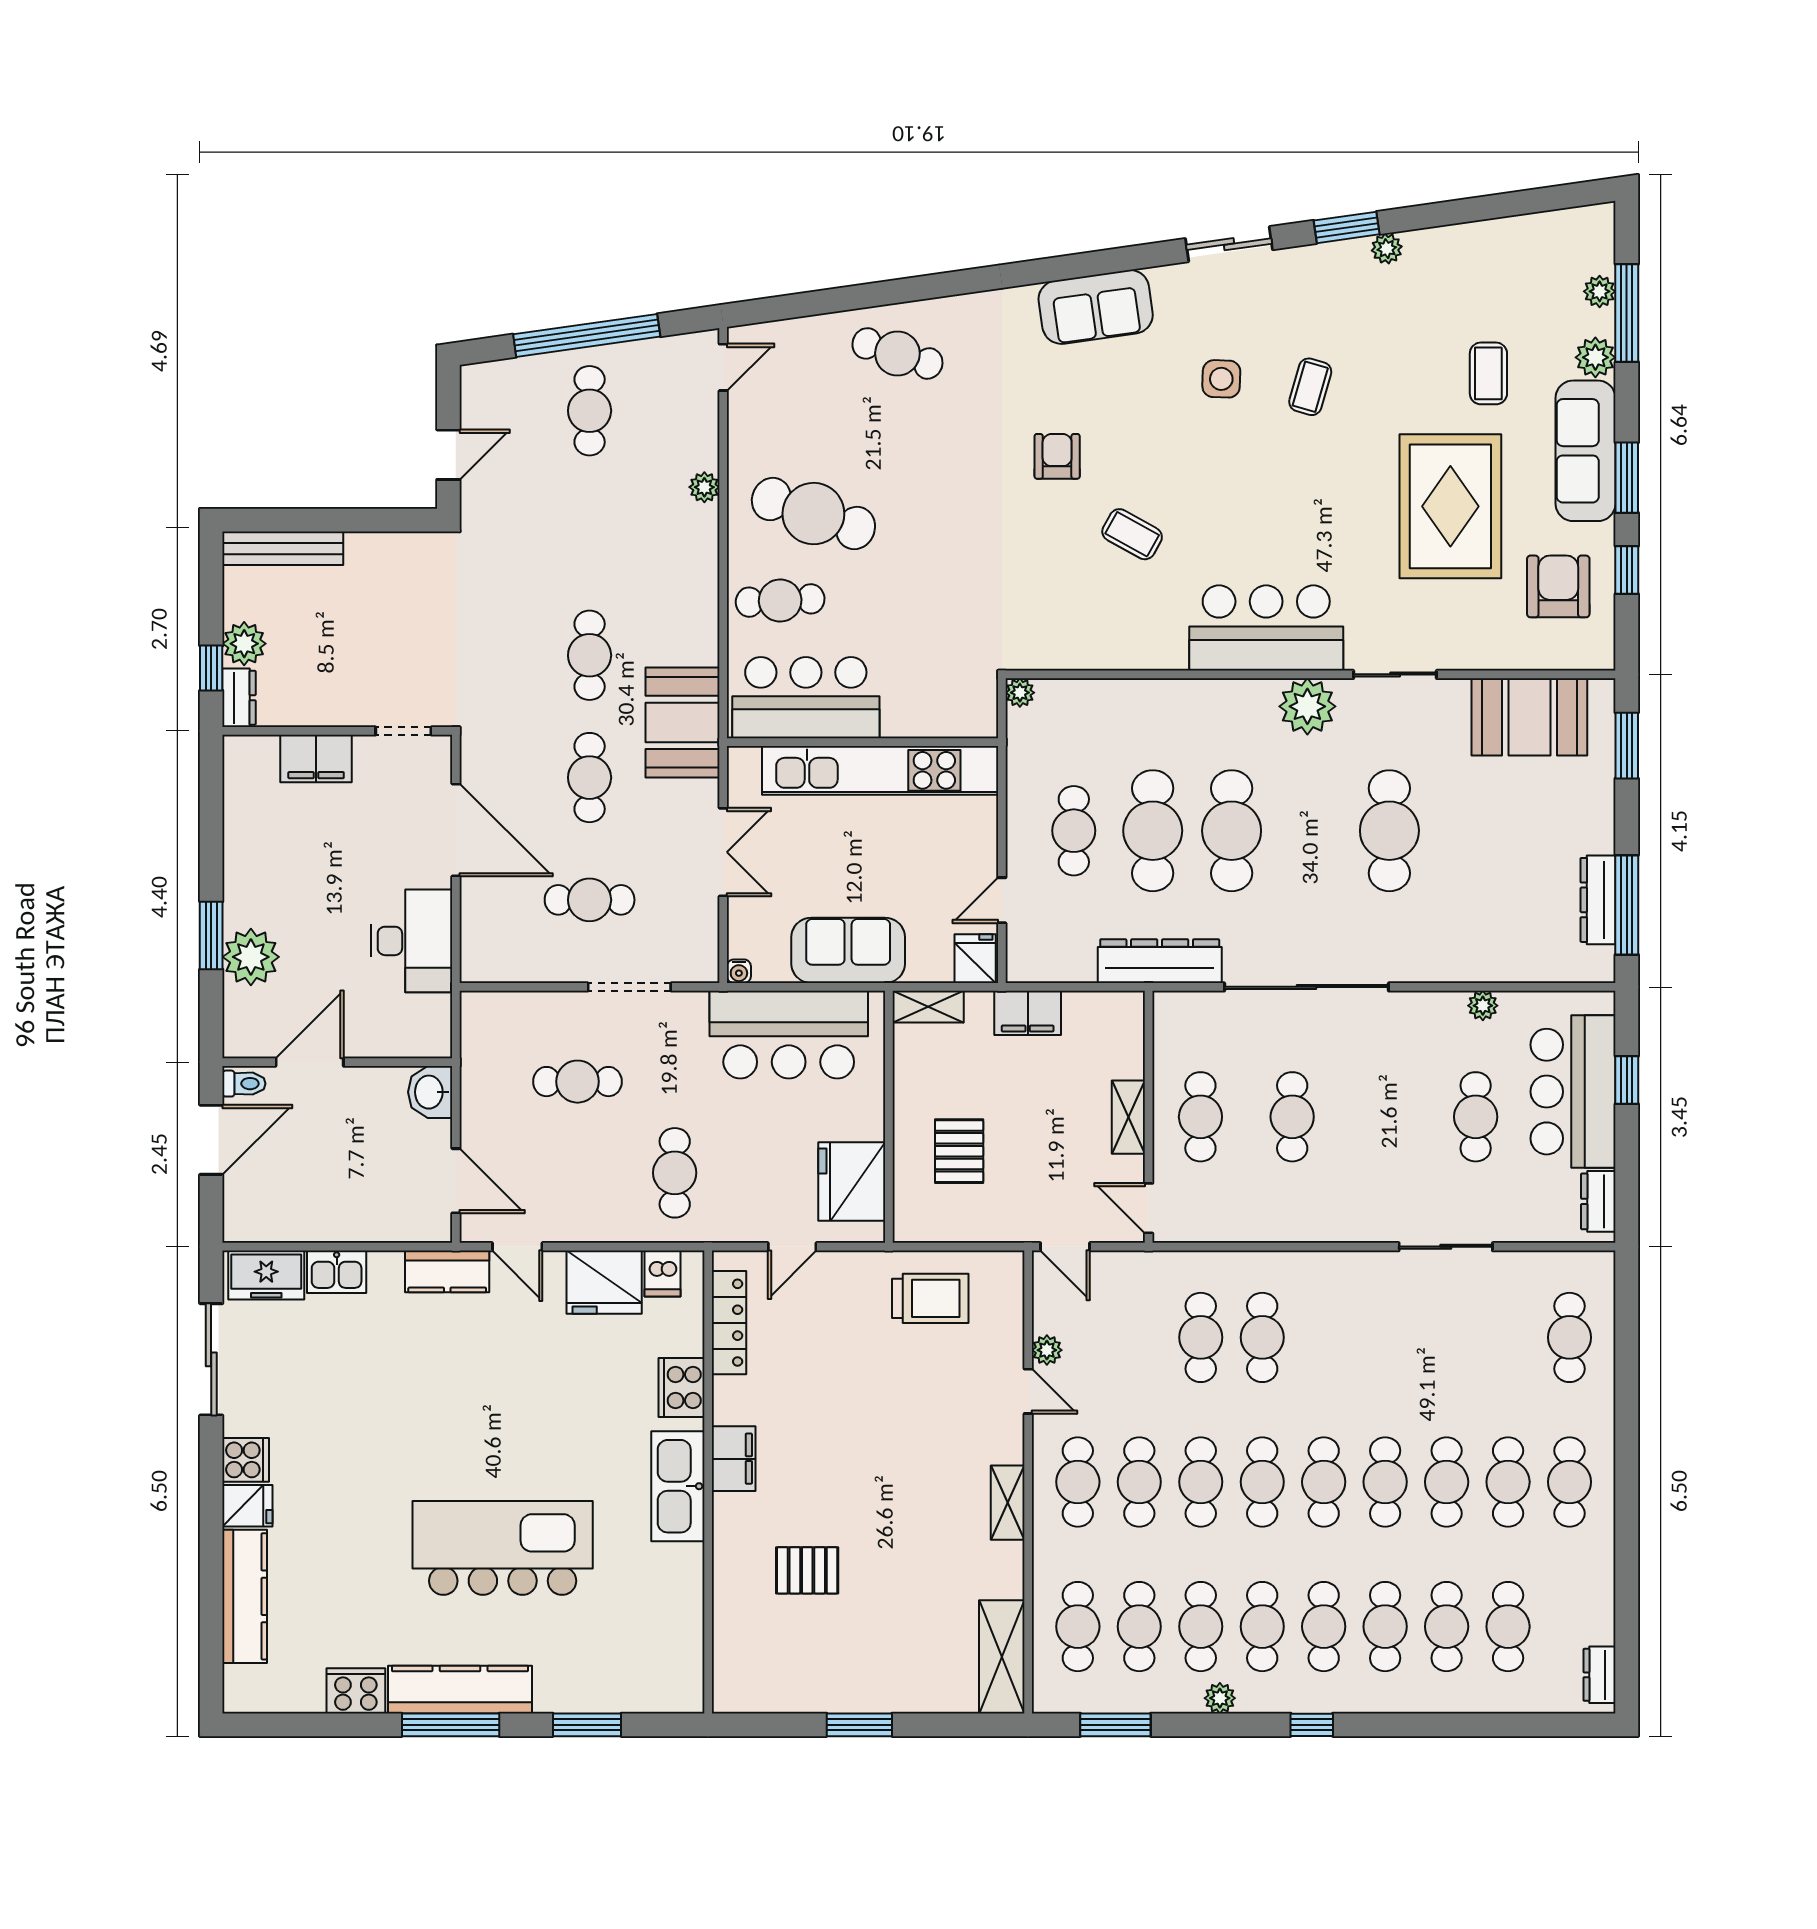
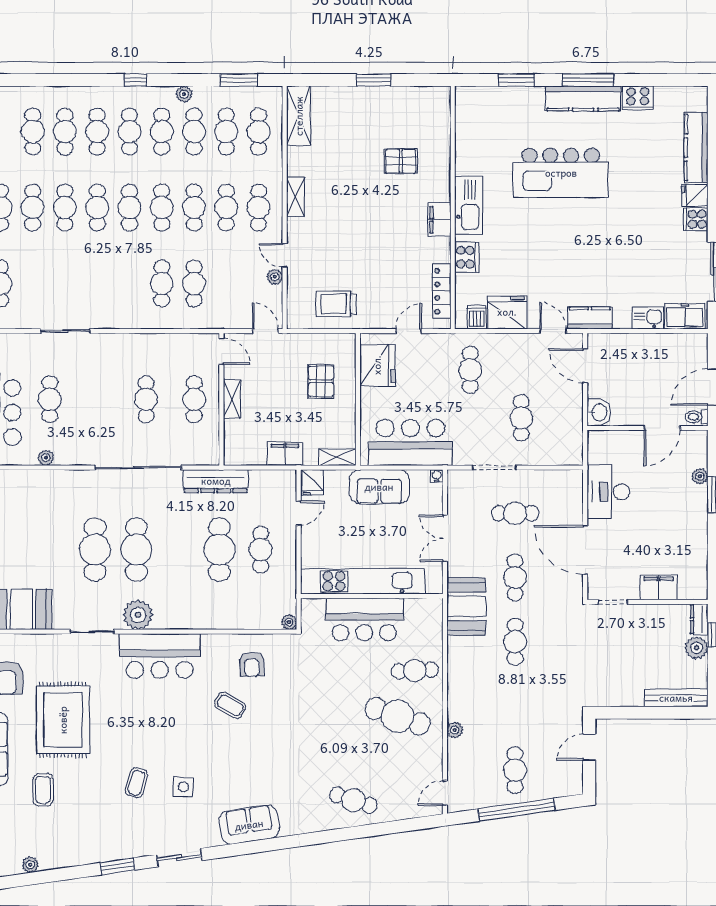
plant: (1387, 249) -> (30, 865), moved
armchair: (1057, 456) -> (252, 664), moved
bar counter: (806, 698) -> (364, 619), moved
cafe table: (1232, 831) -> (136, 550), moved
plant: (251, 957) -> (700, 476), width x0.53, depth x0.53
cafe table: (577, 1082) -> (521, 418), turned 90

